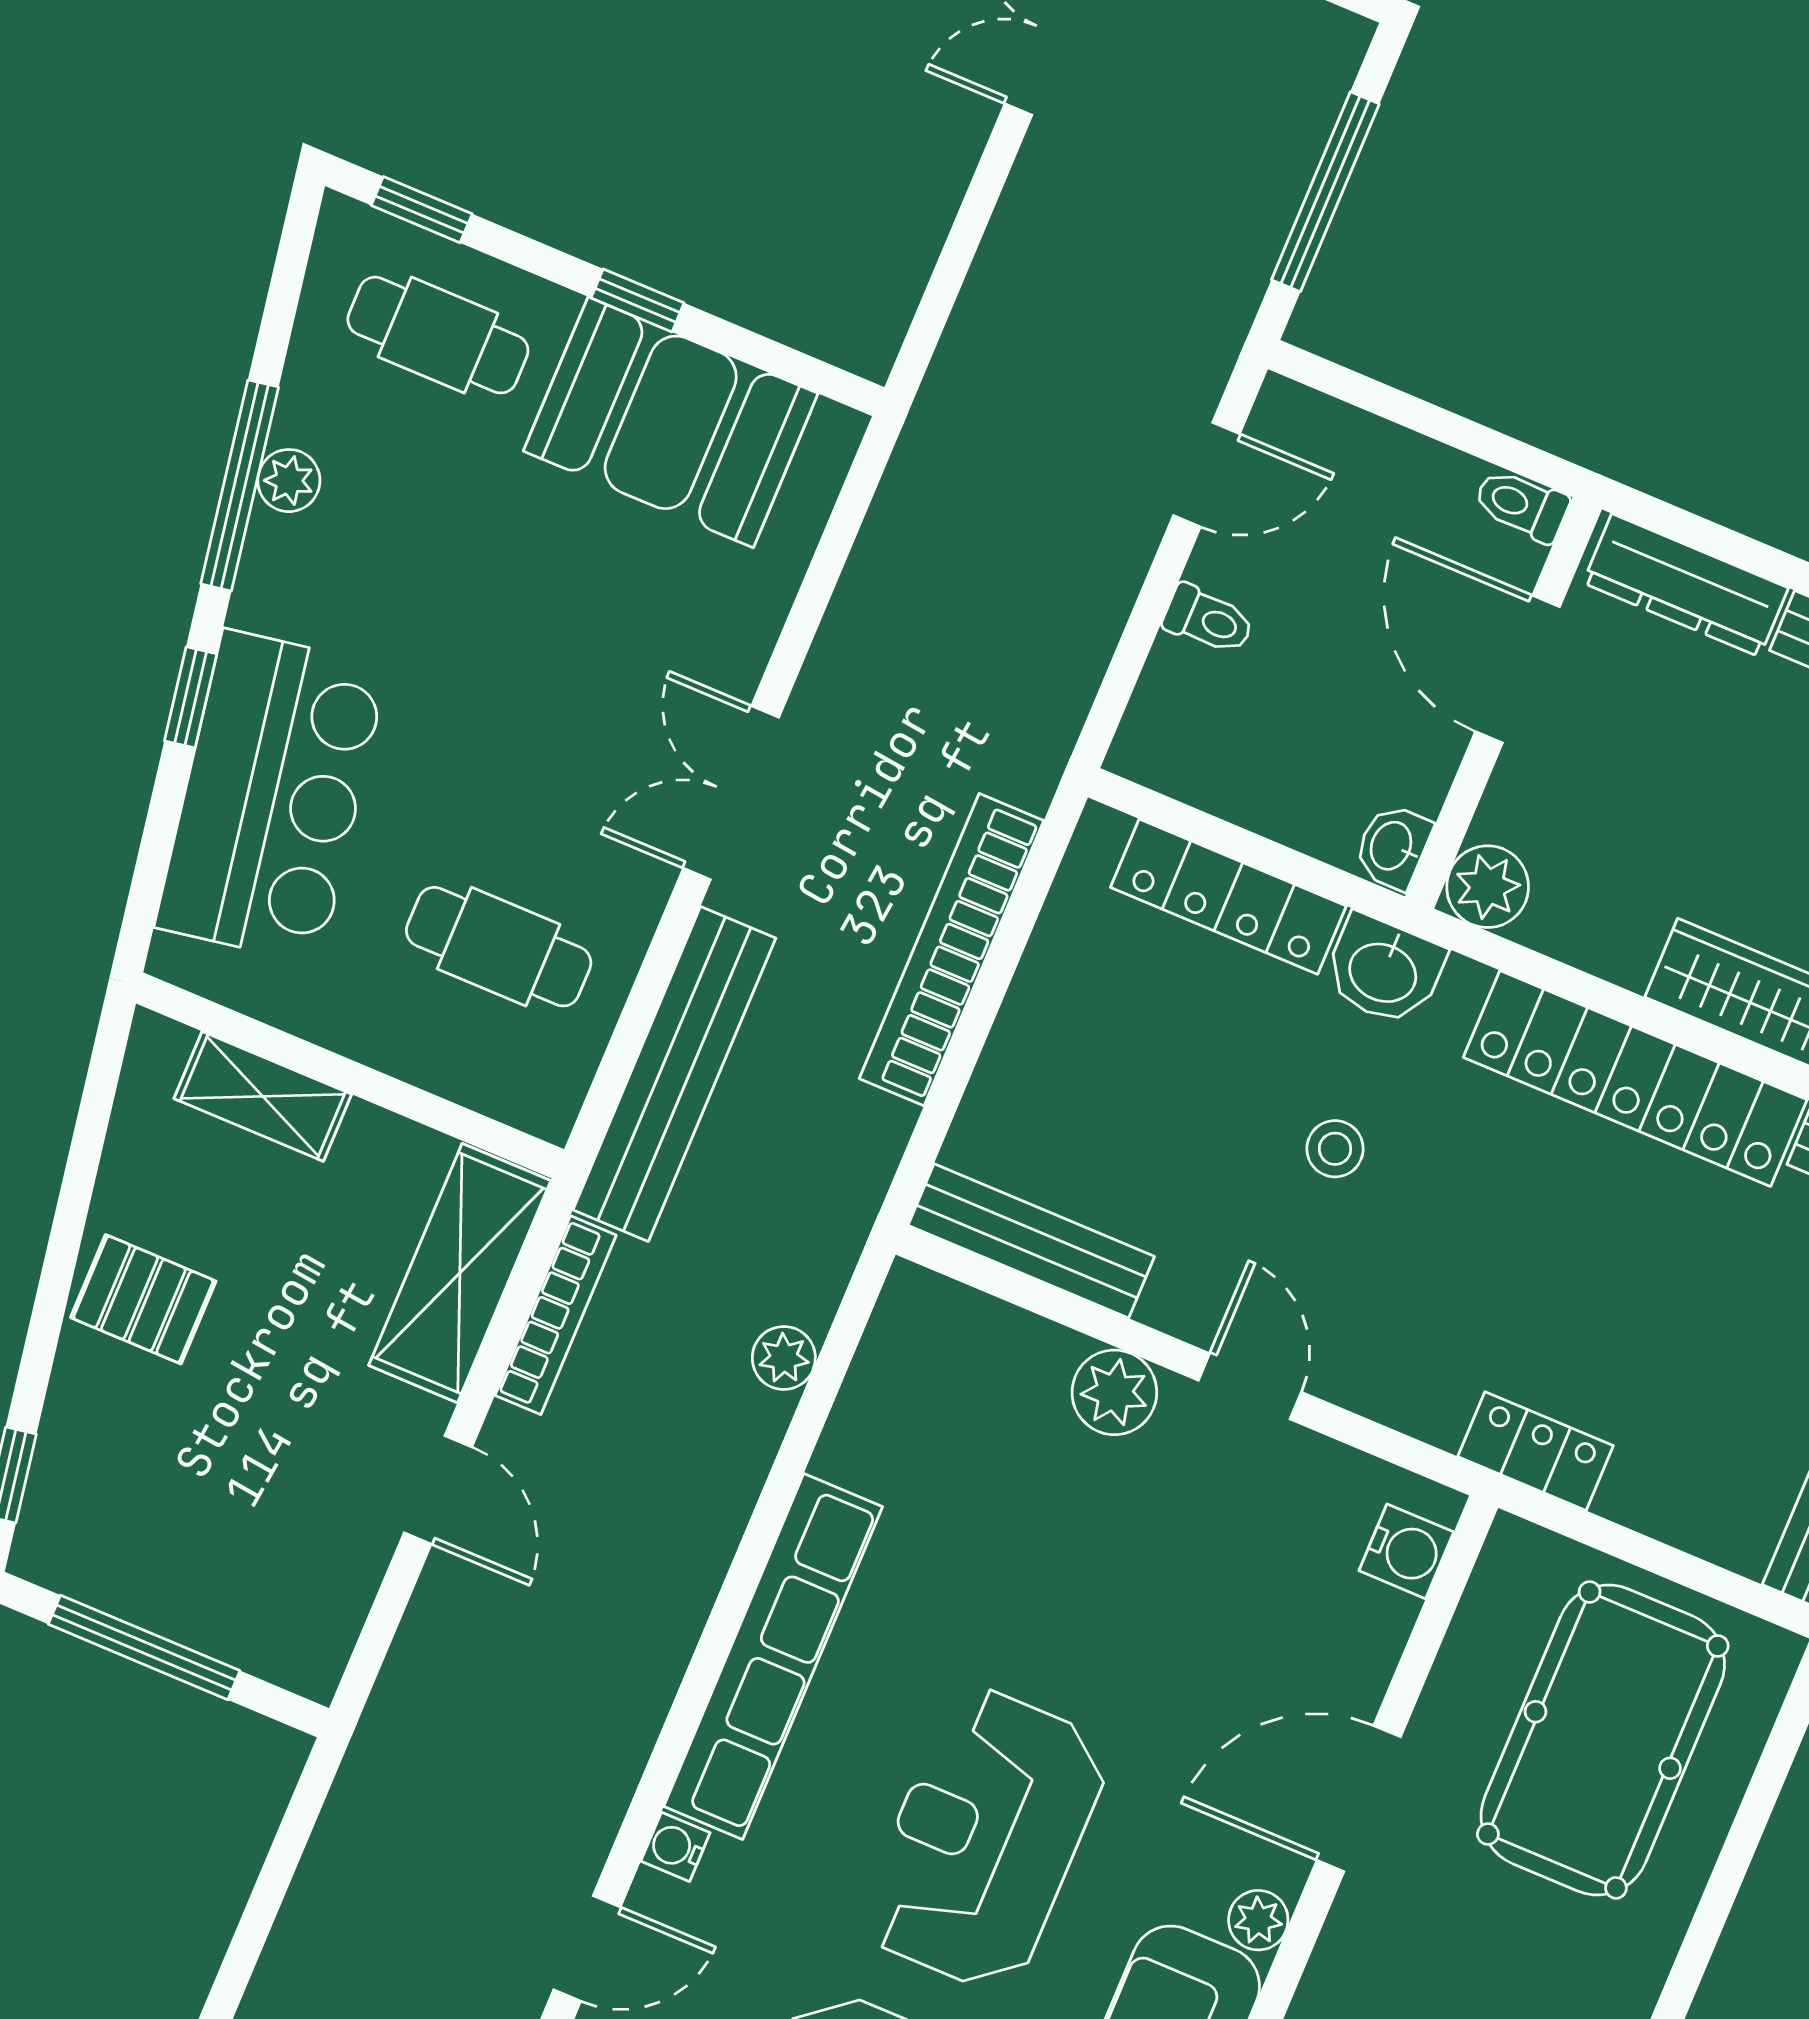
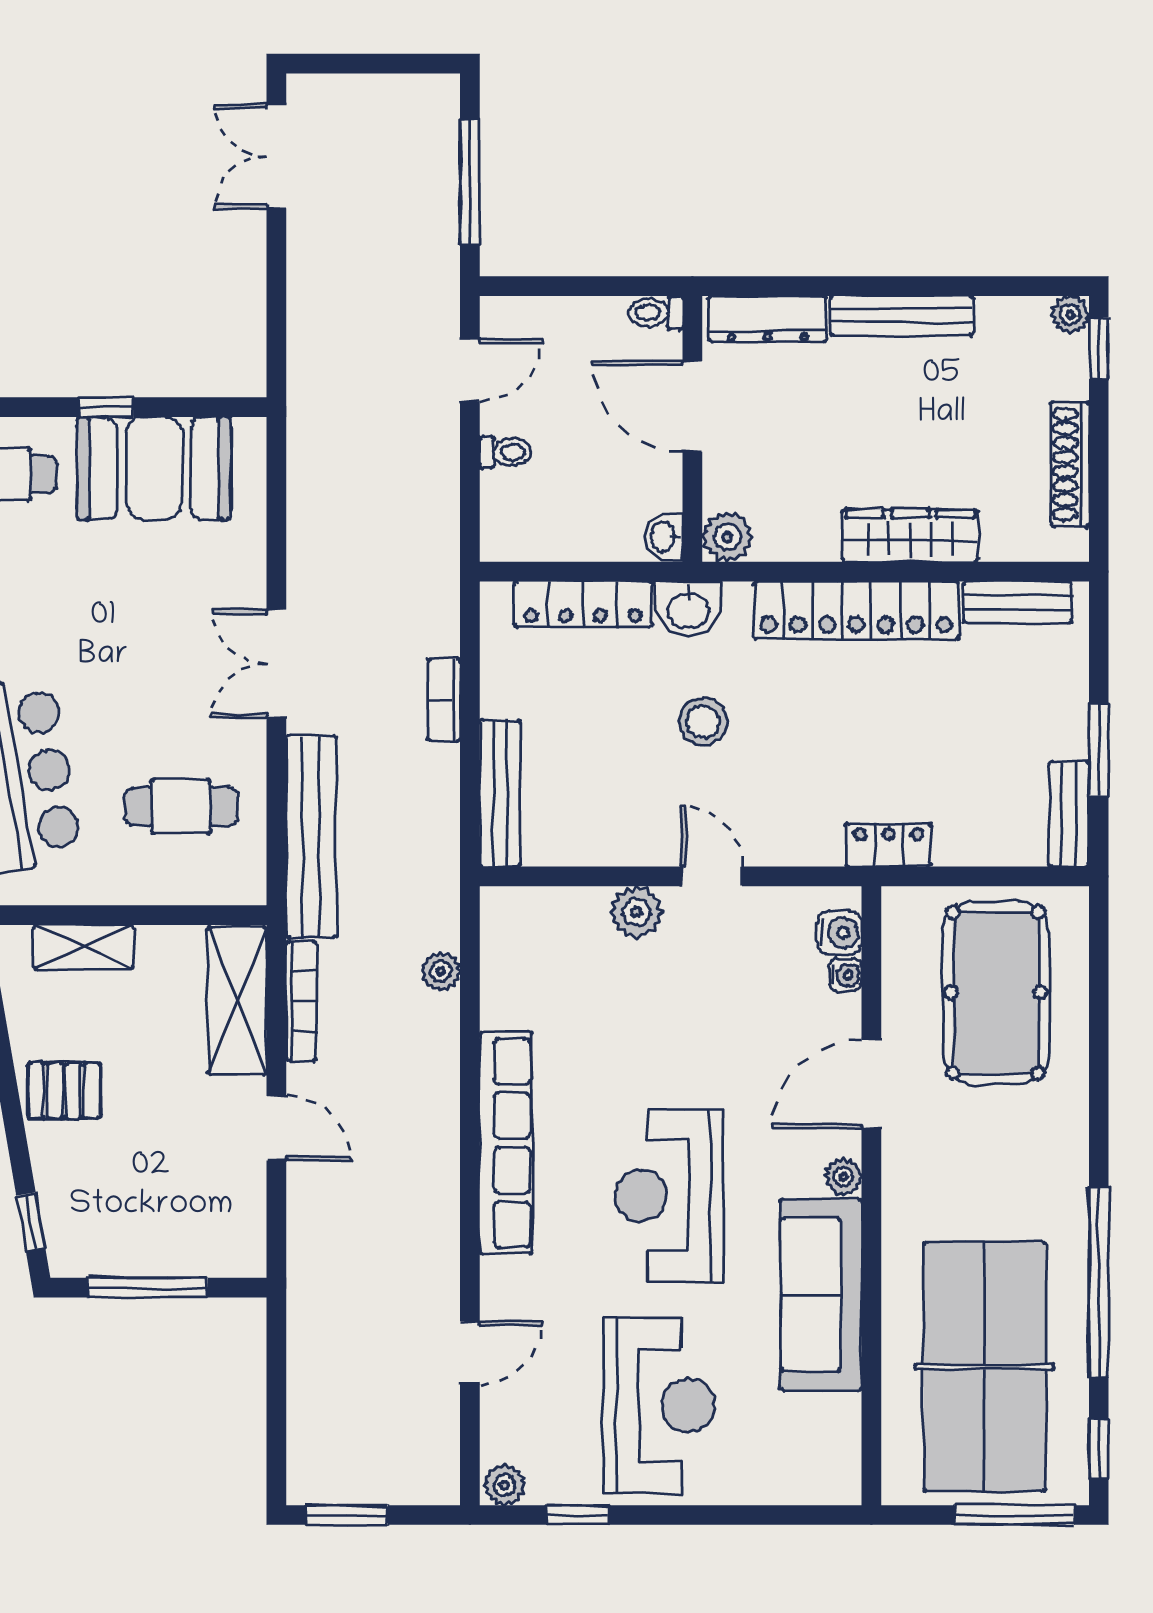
bookcase: (952, 950) -> (444, 700), width x0.43, depth x0.76
stool: (1335, 1149) -> (703, 722), width x1.37, depth x1.37
bench: (1031, 1241) -> (500, 793), moved, turned 90
water cooler: (675, 1847) -> (845, 975), moved, turned 180

